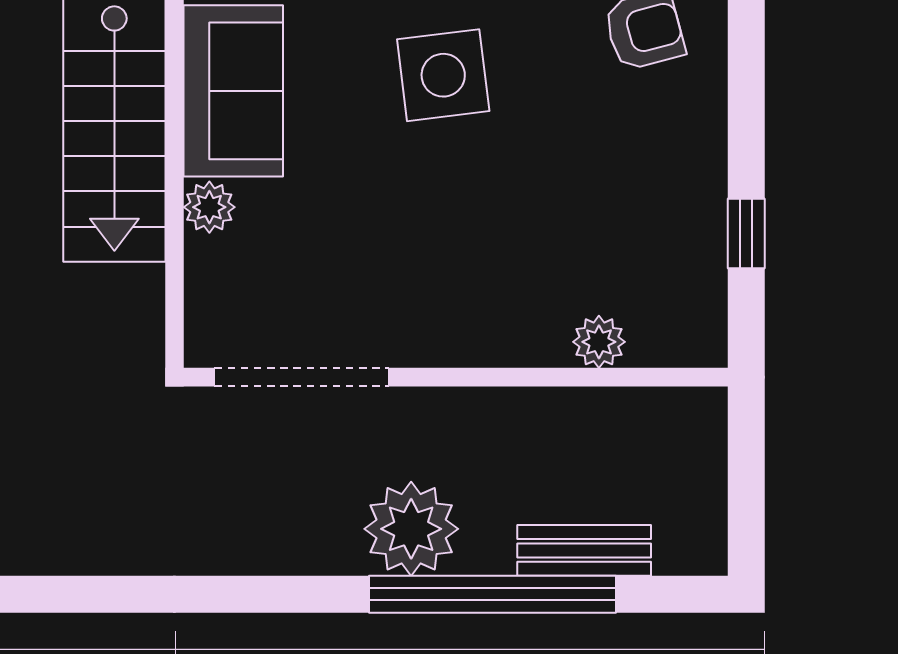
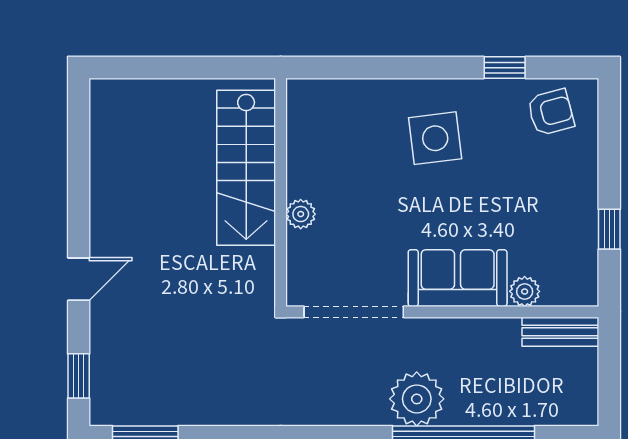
sofa: (233, 91) -> (458, 278), moved, turned -90
bench: (584, 550) -> (560, 332), moved

